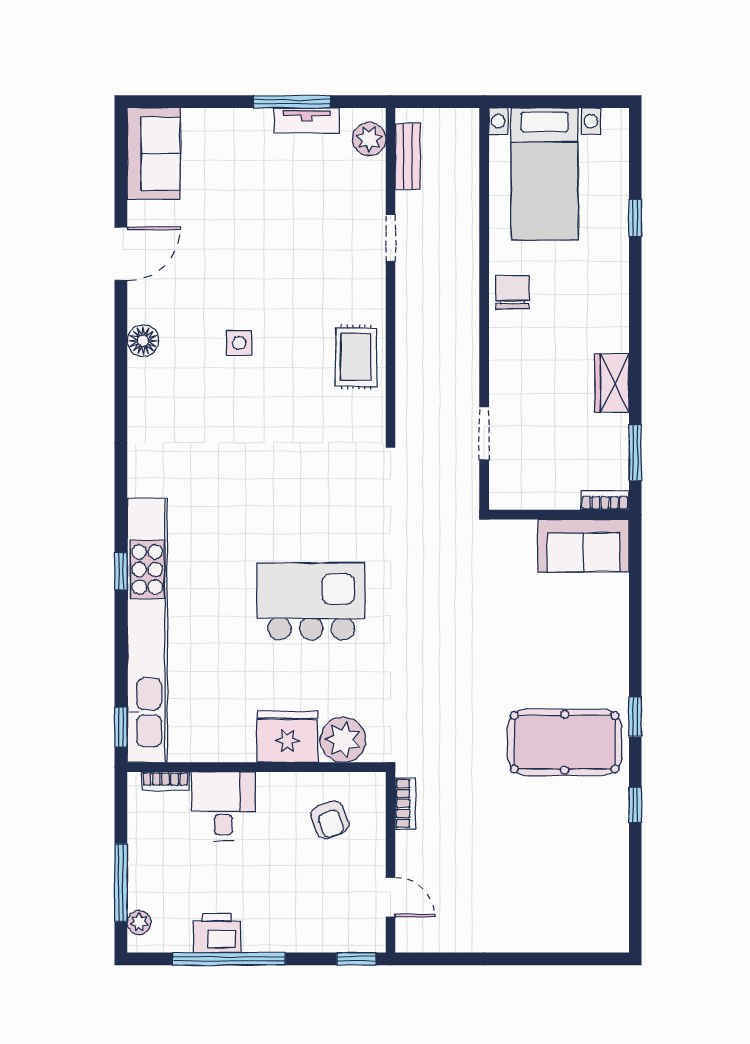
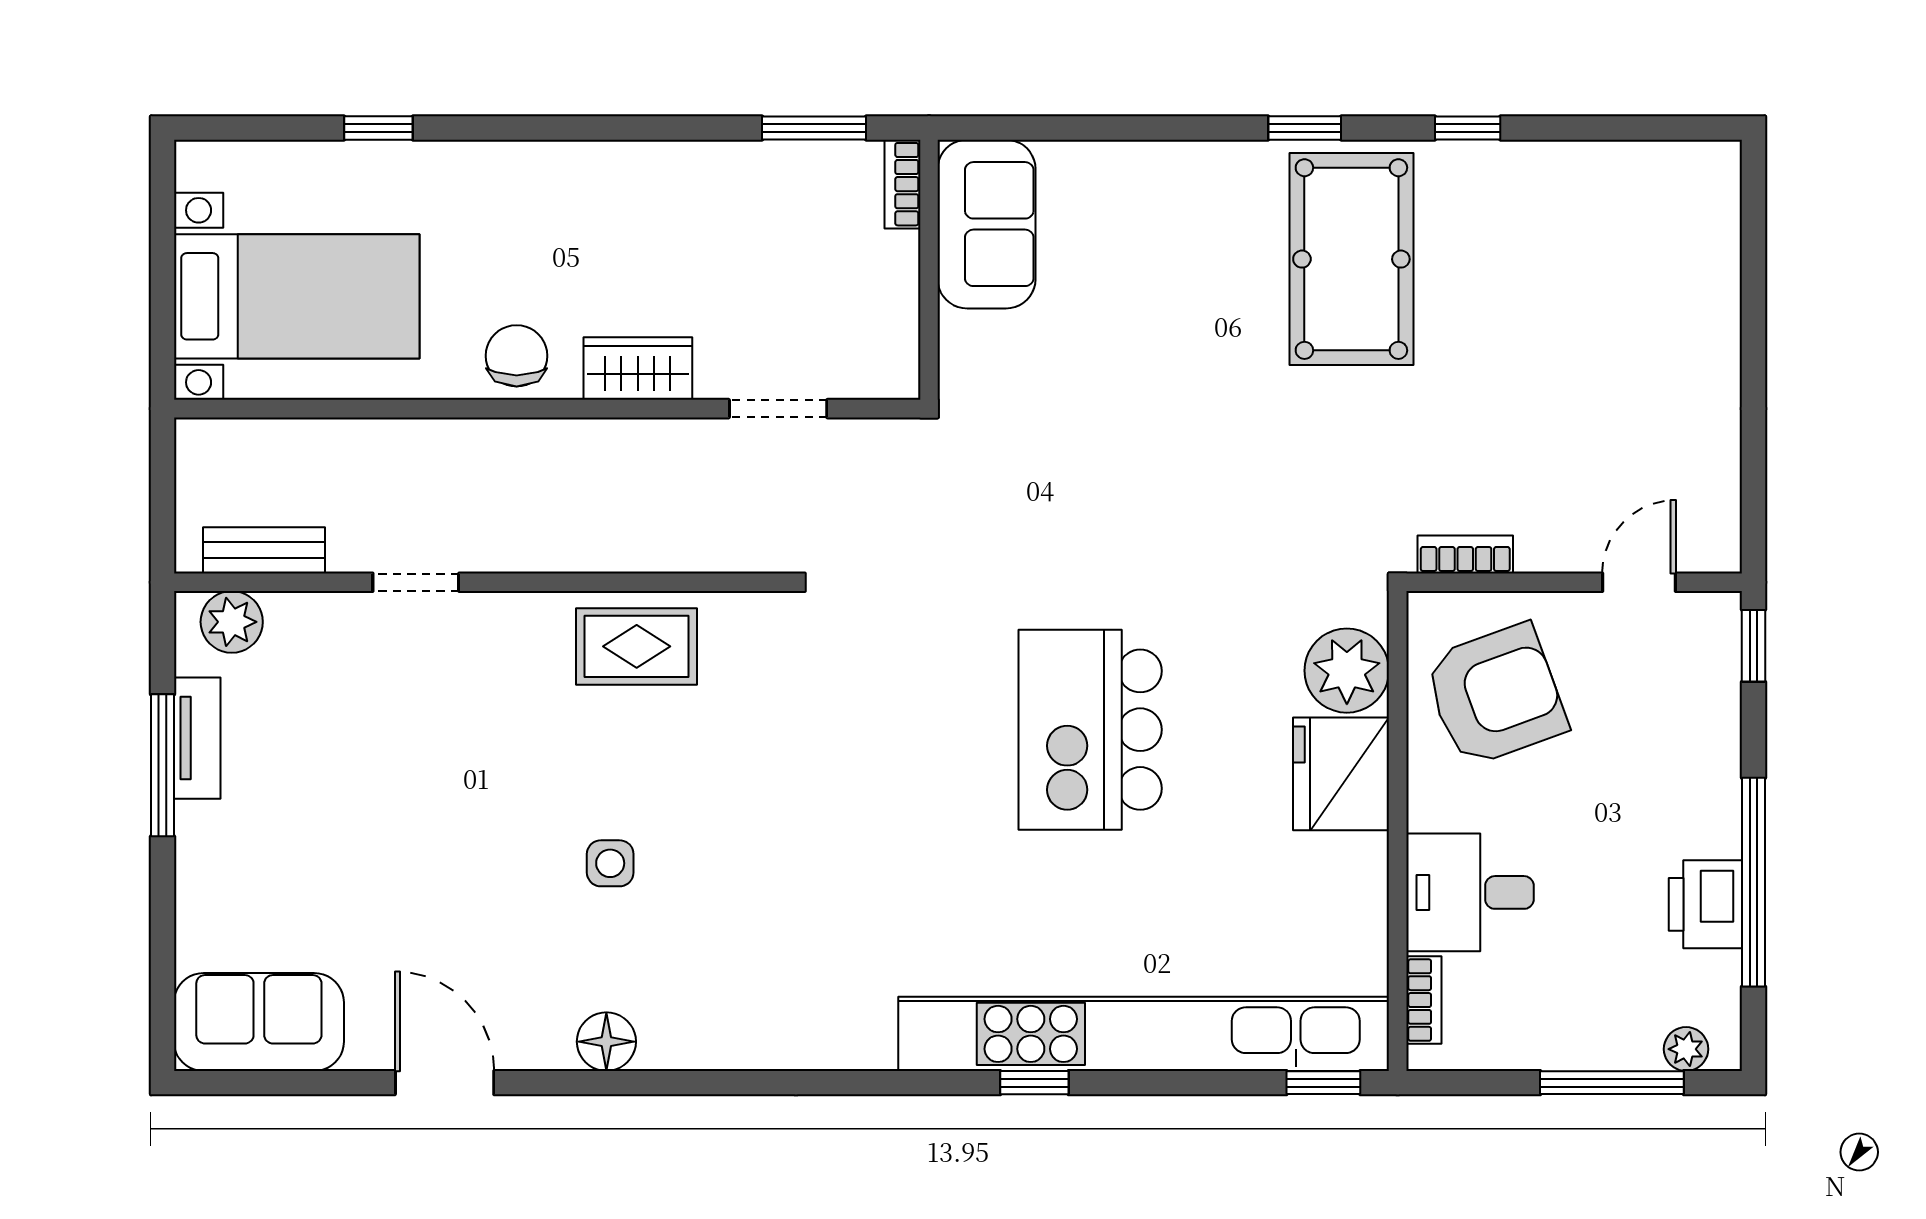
chair: (513, 292) -> (517, 356), turned 90
wardrobe: (612, 383) -> (638, 368), moved, turned 180
armchair: (330, 820) -> (1495, 695), width x1.88, depth x1.88

